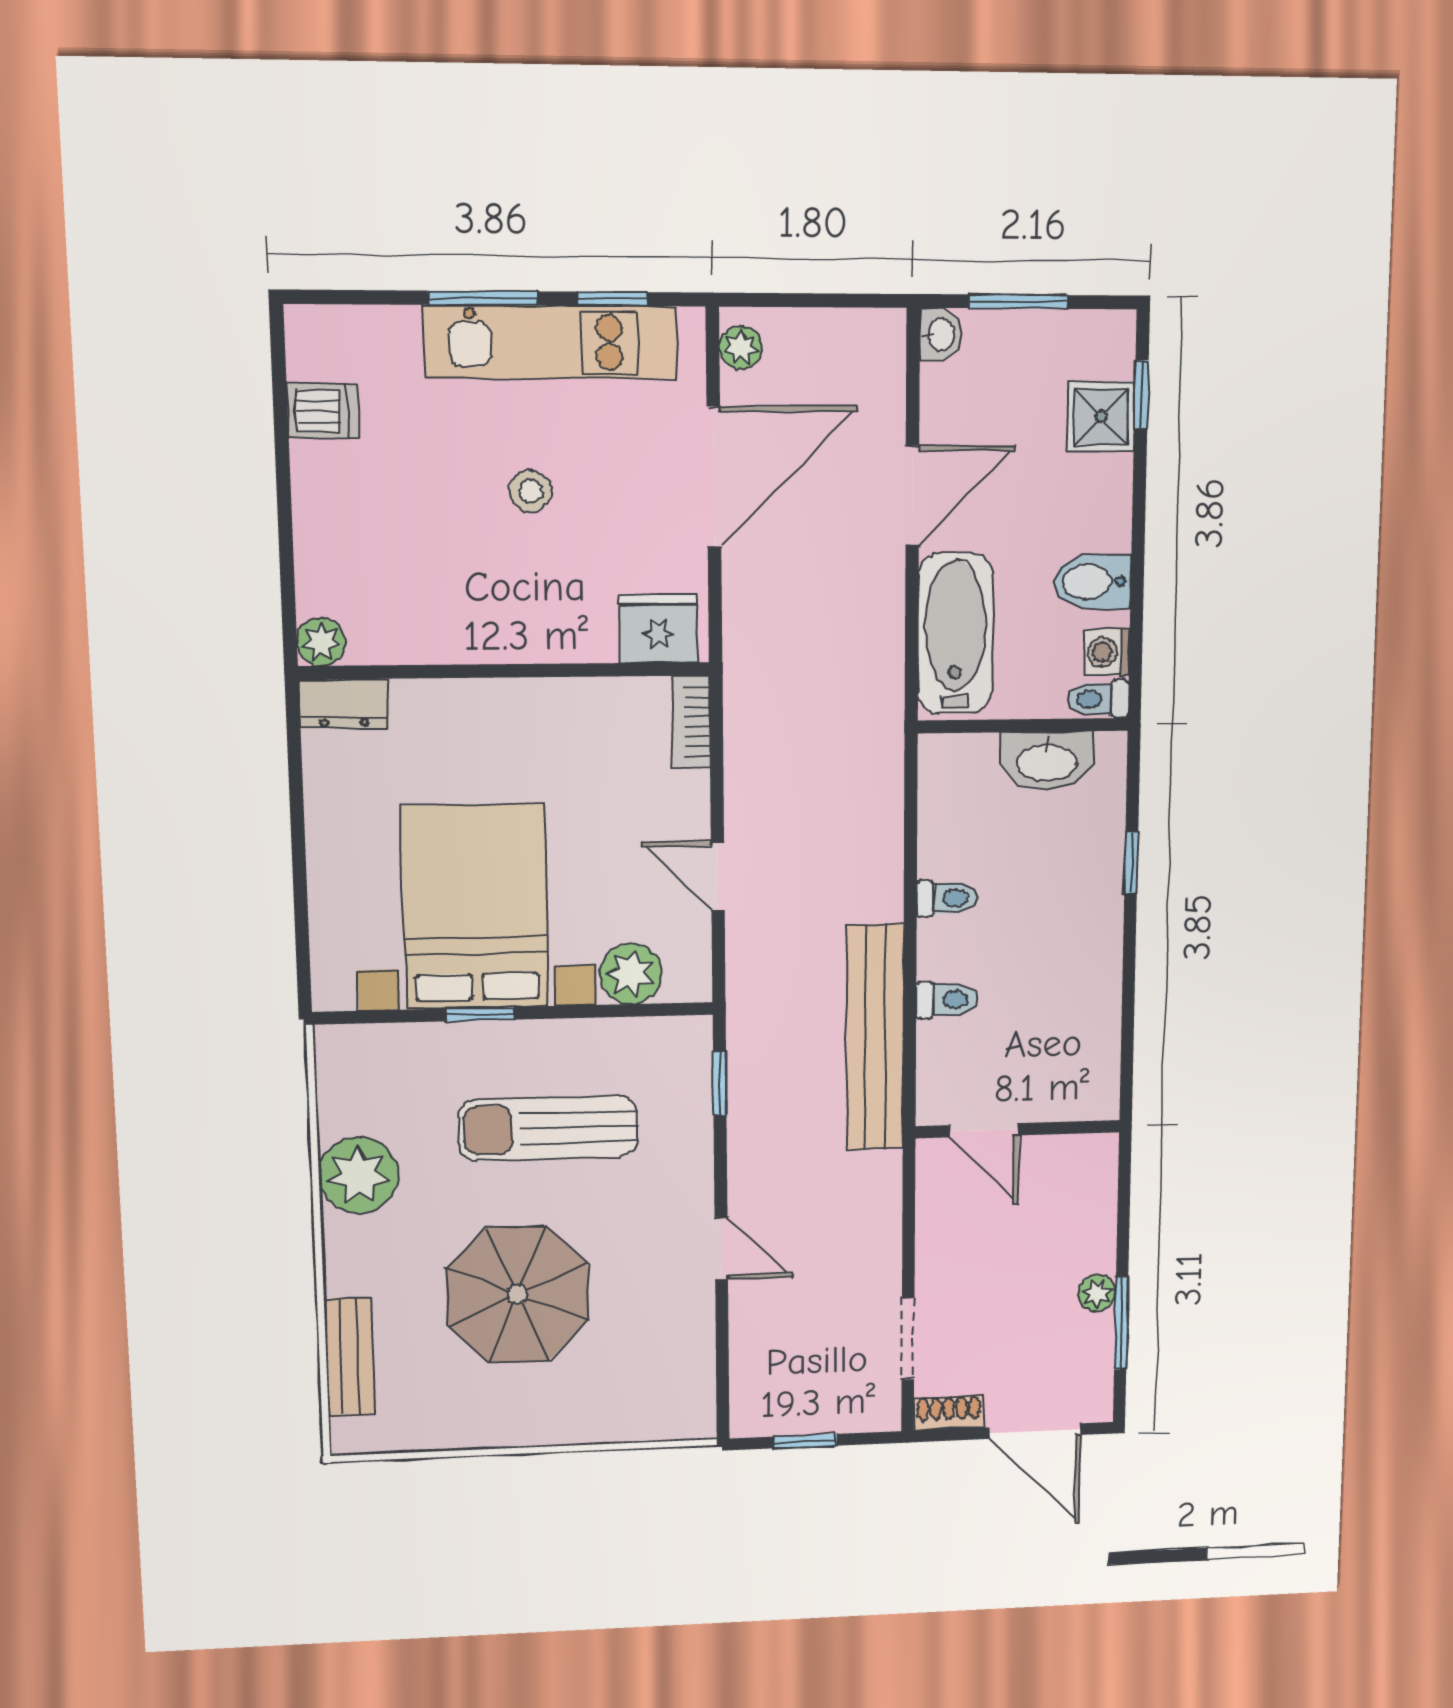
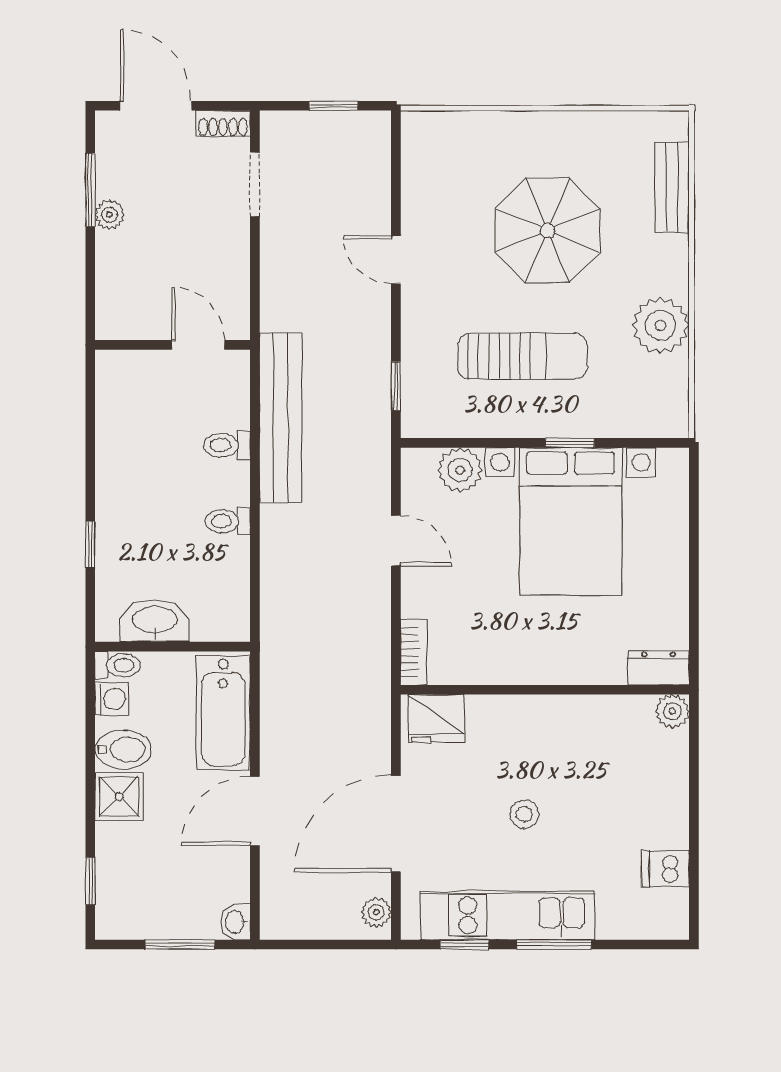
shower: (1101, 416) -> (119, 797), moved

